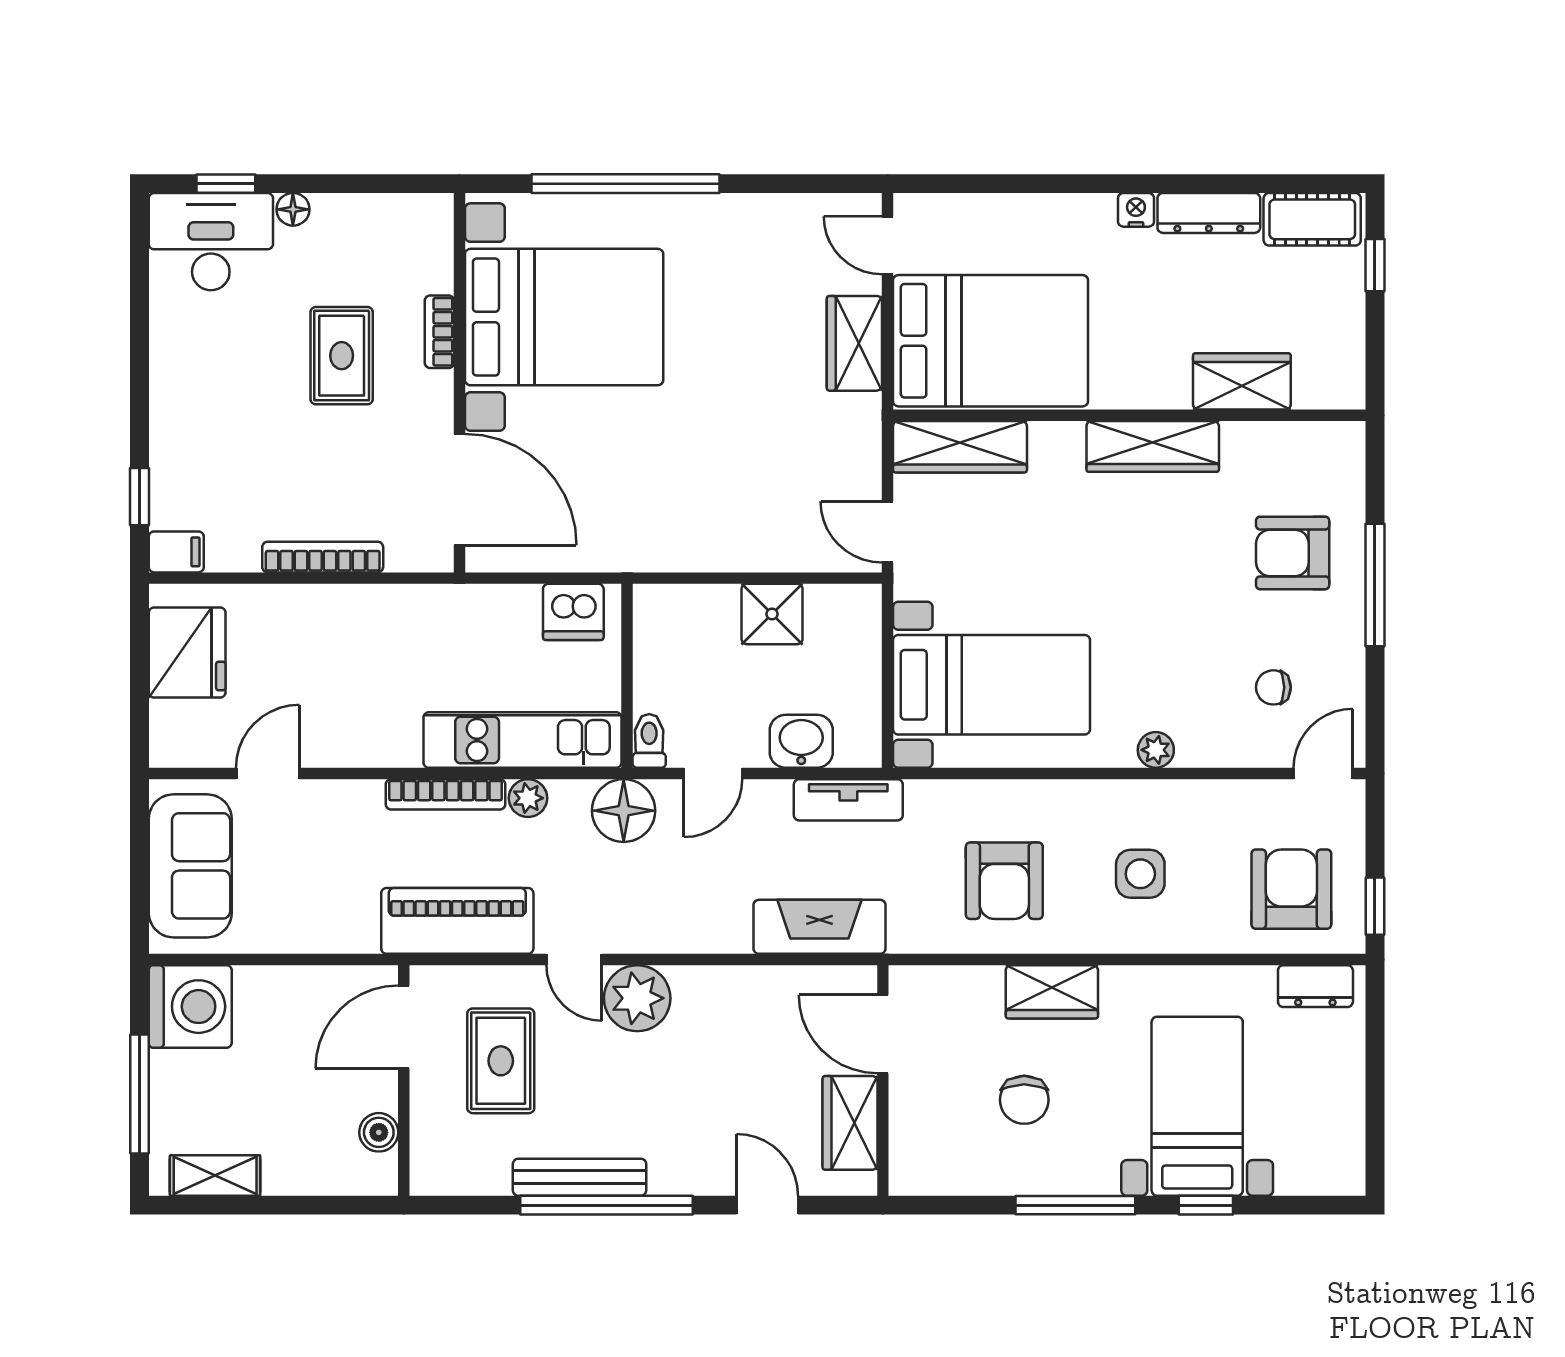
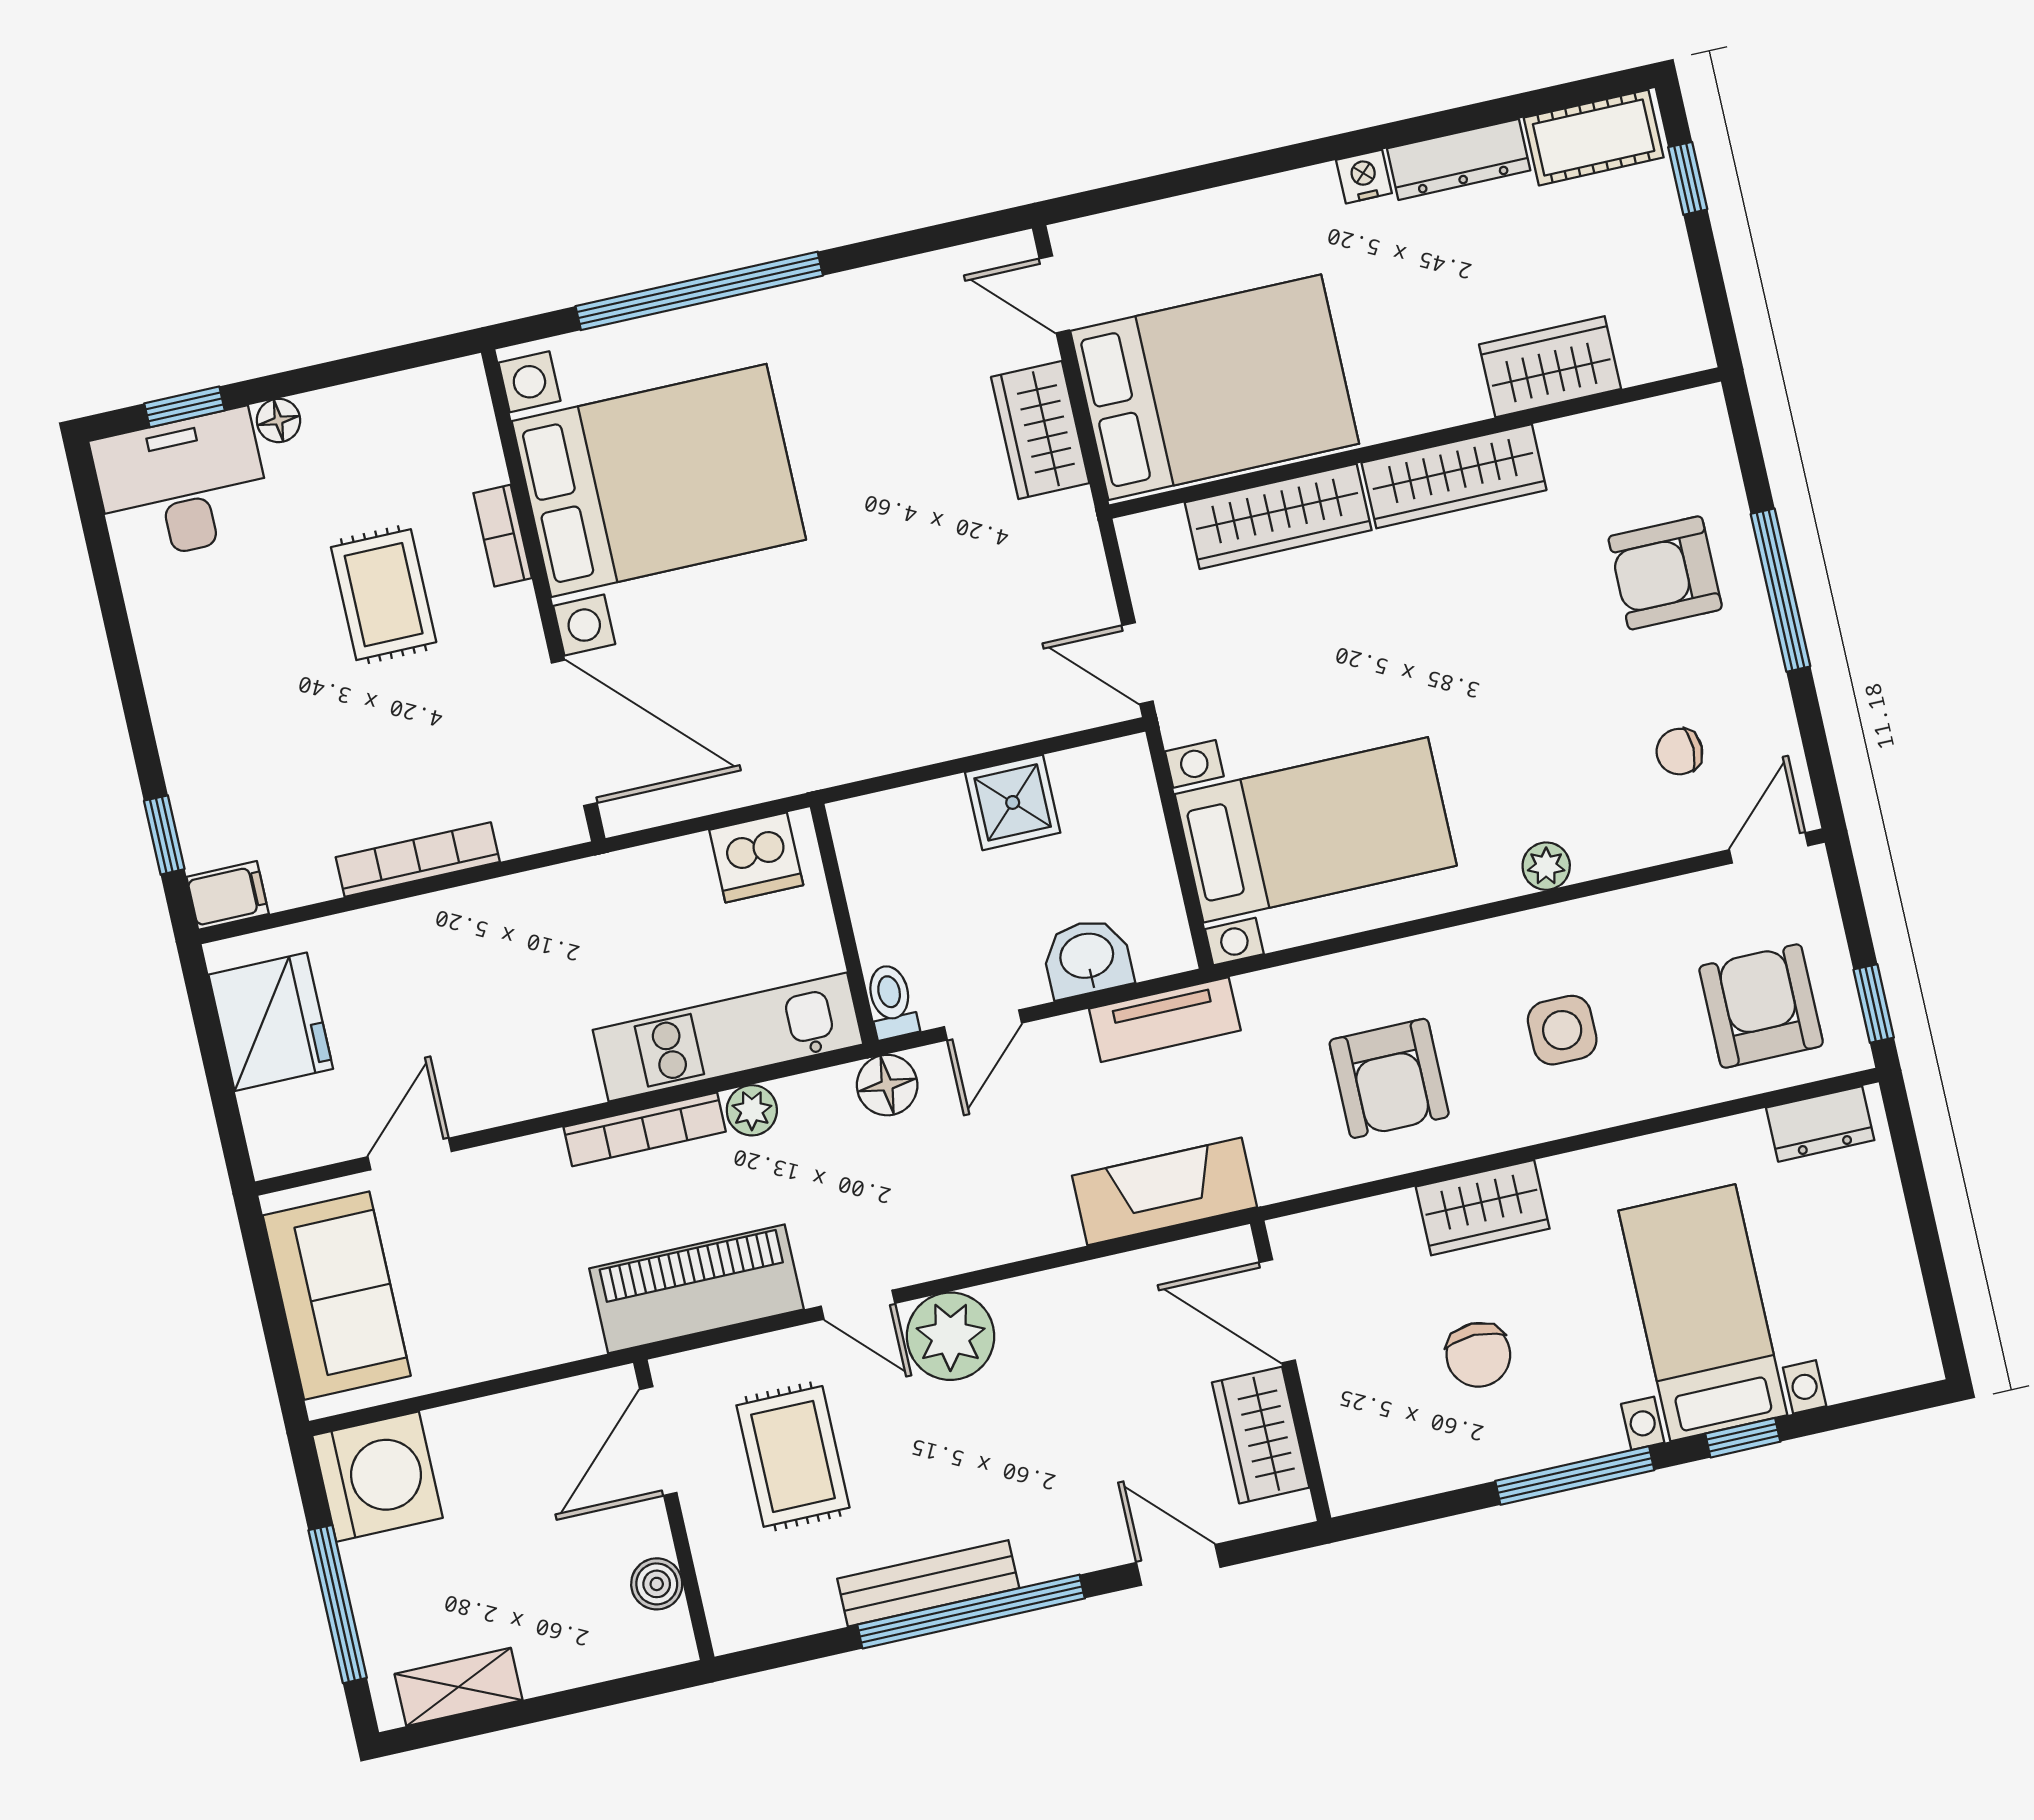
wardrobe: (960, 447) -> (1278, 516), moved
floor lamp: (624, 811) -> (887, 1085), width x0.73, depth x0.73

